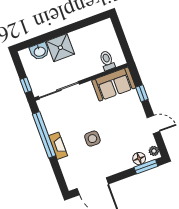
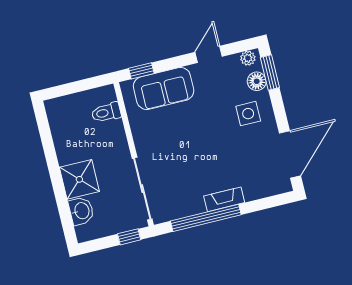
sofa: (114, 84) -> (164, 88), moved, turned 90
window: (142, 93) -> (141, 71), moved
side table: (92, 139) -> (248, 114), moved

